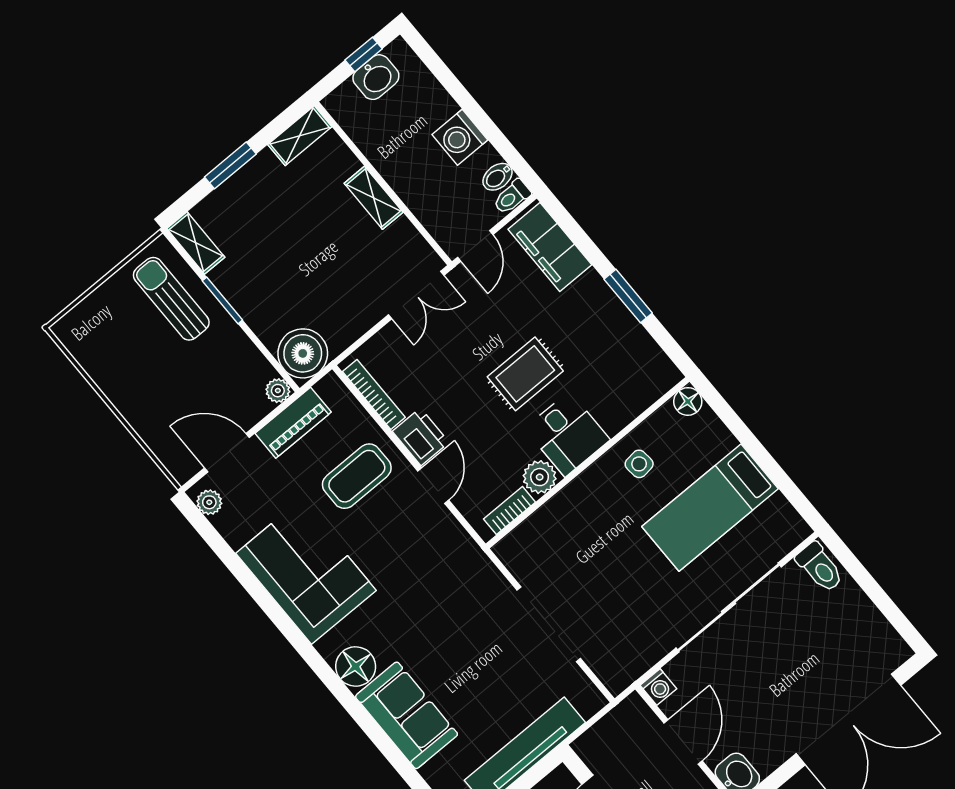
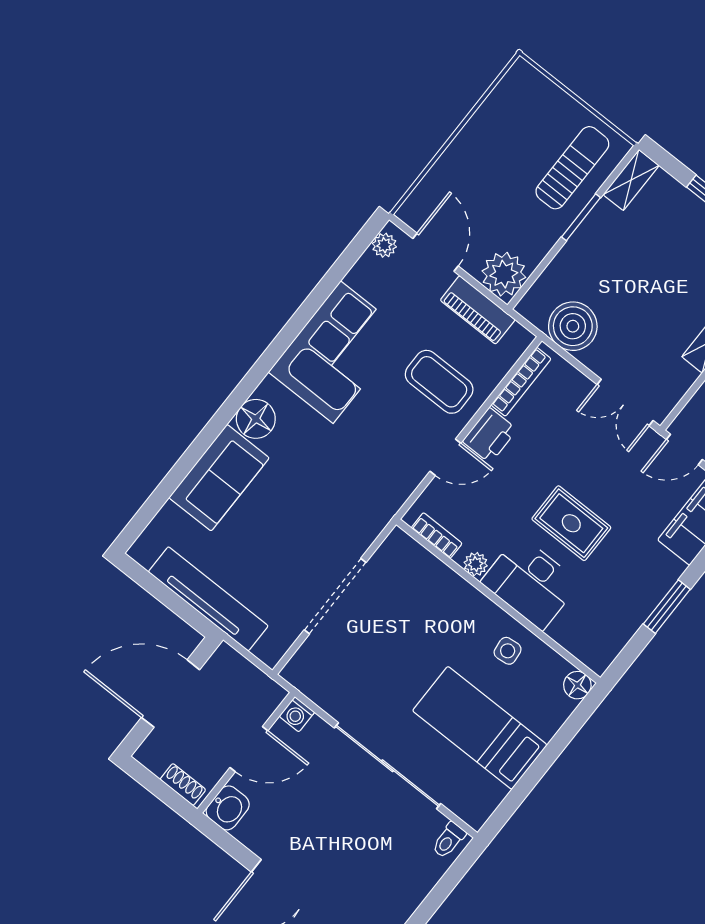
boiler: (303, 353) -> (573, 326), moved
plant: (278, 391) -> (504, 274), width x1.88, depth x1.88
desk: (567, 434) -> (530, 582), width x1.37
plant: (540, 477) -> (476, 564), width x0.73, depth x0.73
toilet: (820, 567) -> (449, 840), width x0.73, depth x0.72

